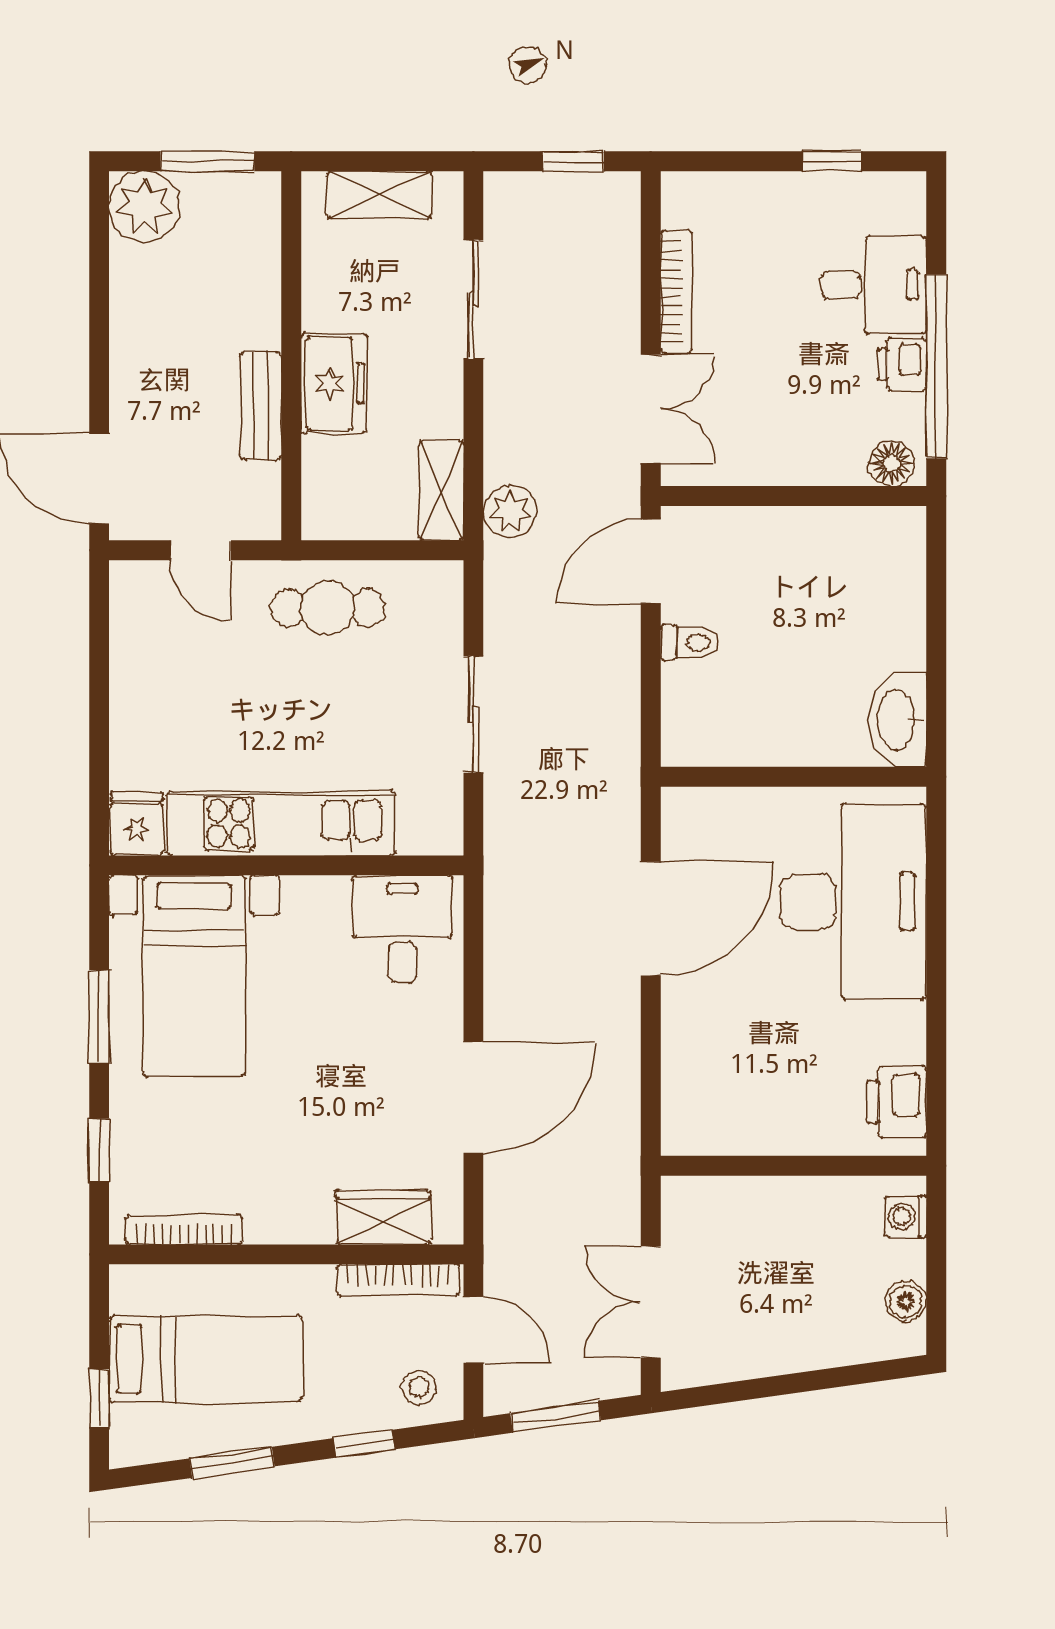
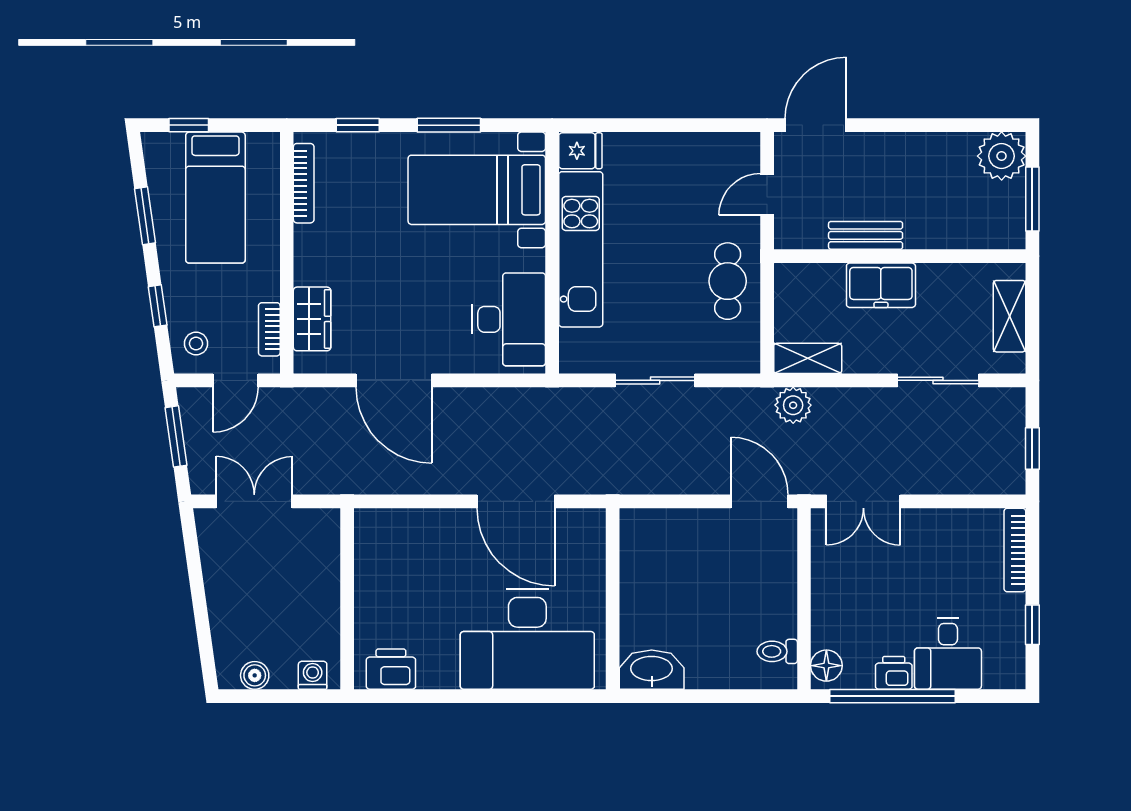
bookcase: (676, 292) -> (1015, 550), moved, turned 90
toilet: (690, 642) -> (777, 651), moved, turned 90
desk: (402, 929) -> (509, 319), width x1.37
bookcase: (398, 1280) -> (269, 329), width x0.64

